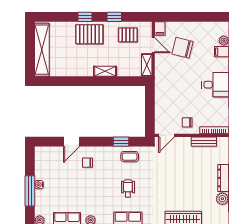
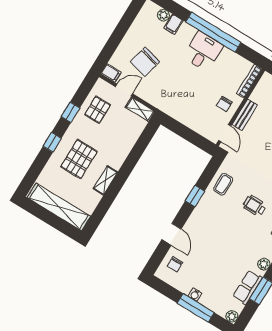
pallet: (89, 34) -> (79, 159), moved
shelving: (105, 71) -> (105, 180), moved
window: (121, 142) -> (195, 196), moved
bench: (204, 142) -> (245, 115), moved
chair: (87, 163) -> (175, 264), moved

